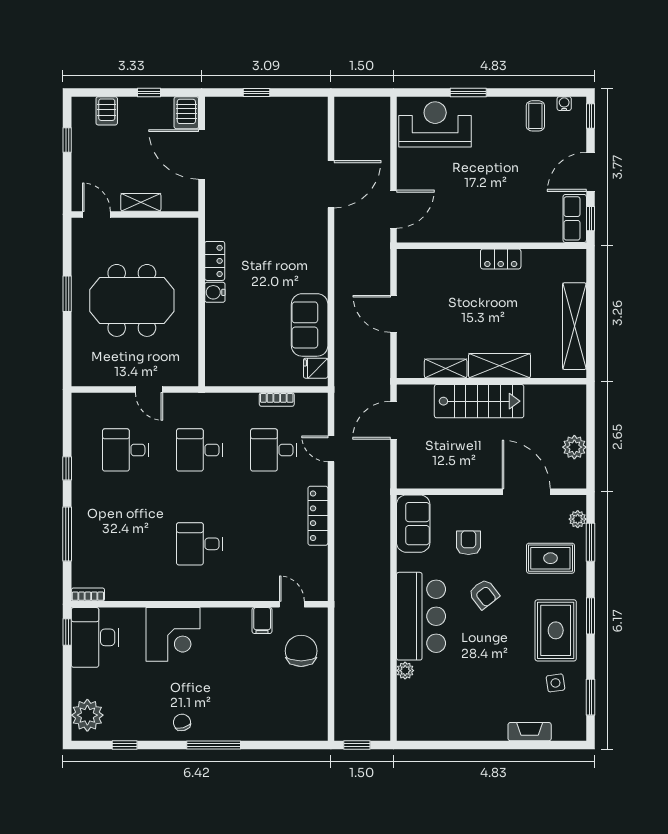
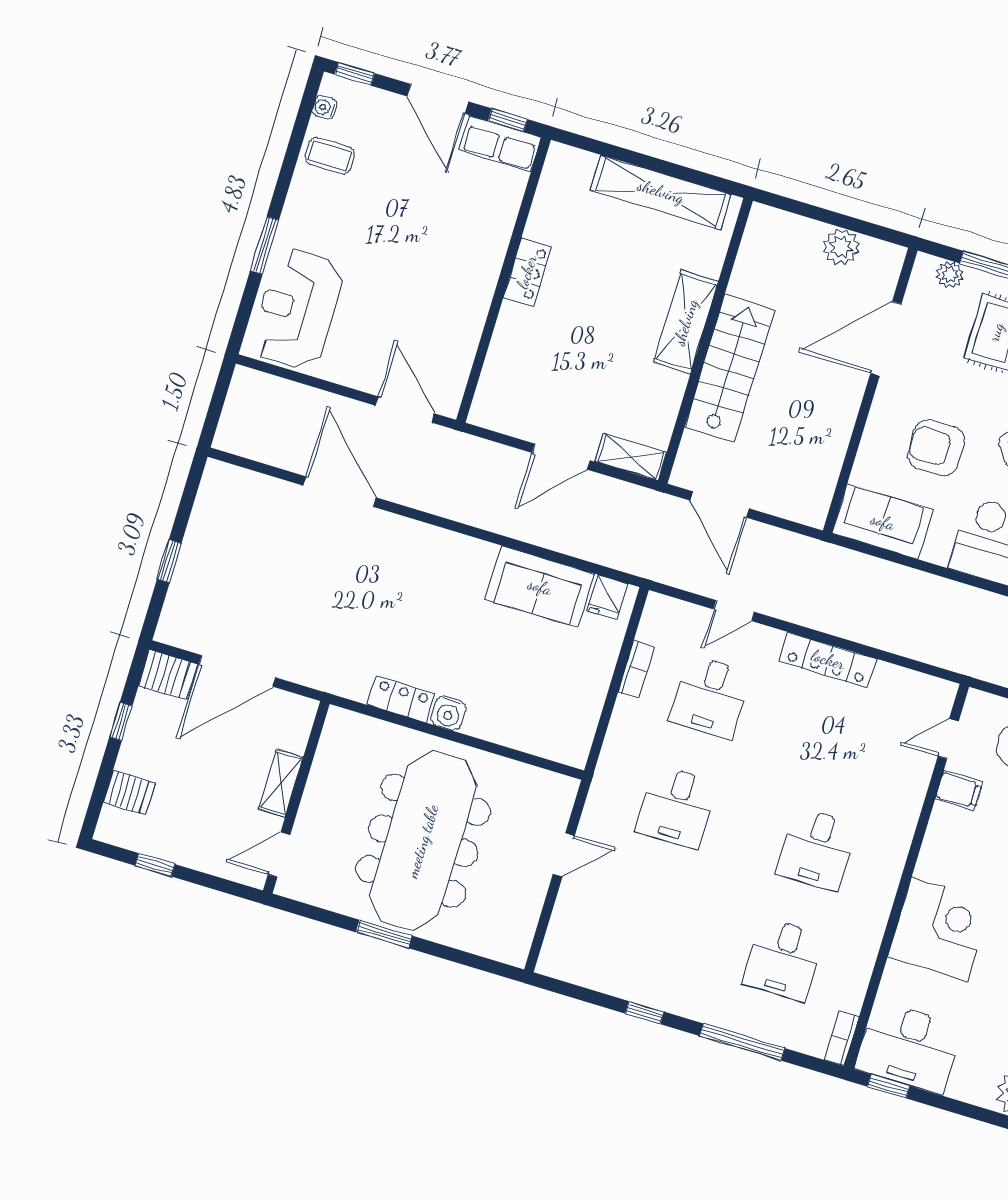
meeting table: (132, 300) -> (423, 841), width x1.36
shelving: (446, 369) -> (631, 457), moved, turned 90
desk: (126, 450) -> (783, 960), moved
armchair: (468, 543) -> (936, 448), width x1.38, depth x1.38

